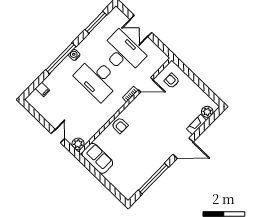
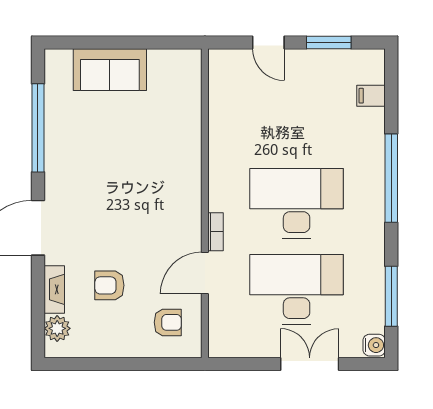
desk: (123, 53) -> (297, 289), turned 180
water cooler: (74, 55) -> (374, 345), moved
window: (40, 118) -> (329, 42), added
armchair: (120, 126) -> (109, 285), moved
plant: (78, 144) -> (222, 62), removed
sofa: (97, 158) -> (110, 70), moved

